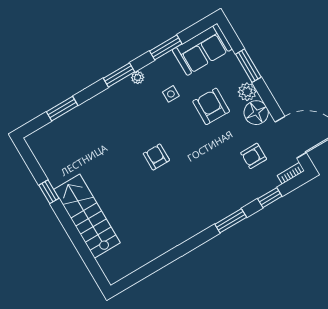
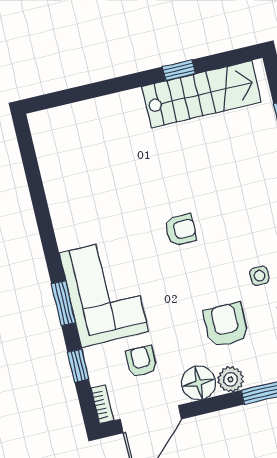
armchair: (211, 106) -> (226, 325), turned -91
corner sofa: (215, 196) -> (104, 292), added
stairs: (87, 216) -> (202, 94), moved

